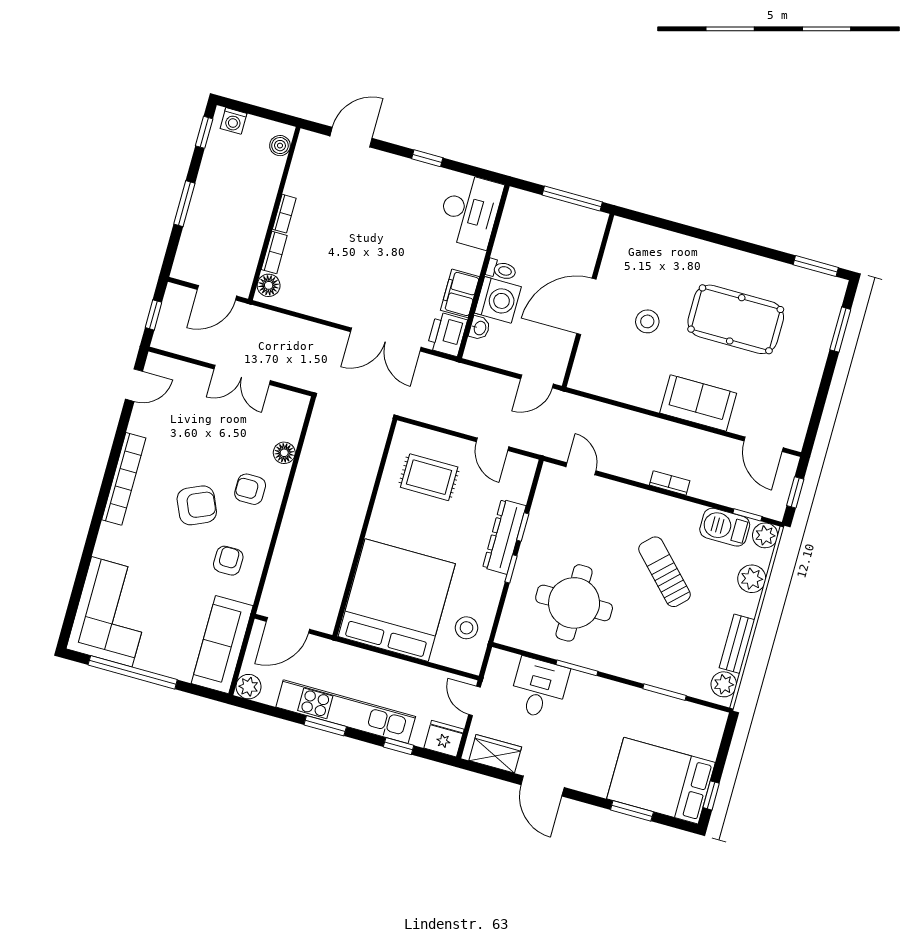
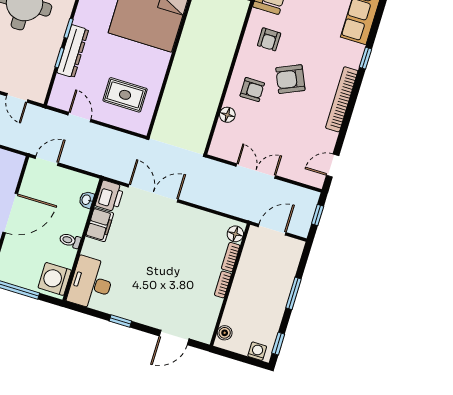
washing machine: (498, 300) -> (55, 279), moved
window: (92, 538) -> (366, 58), added

